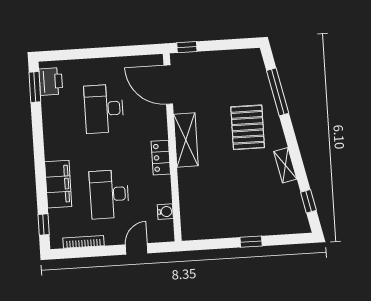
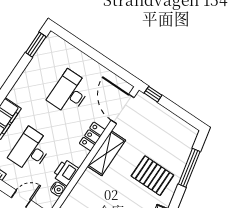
printer: (51, 81) -> (66, 172), moved, turned 180
pallet: (248, 127) -> (152, 176), turned 90
locker: (161, 158) -> (92, 136), moved

